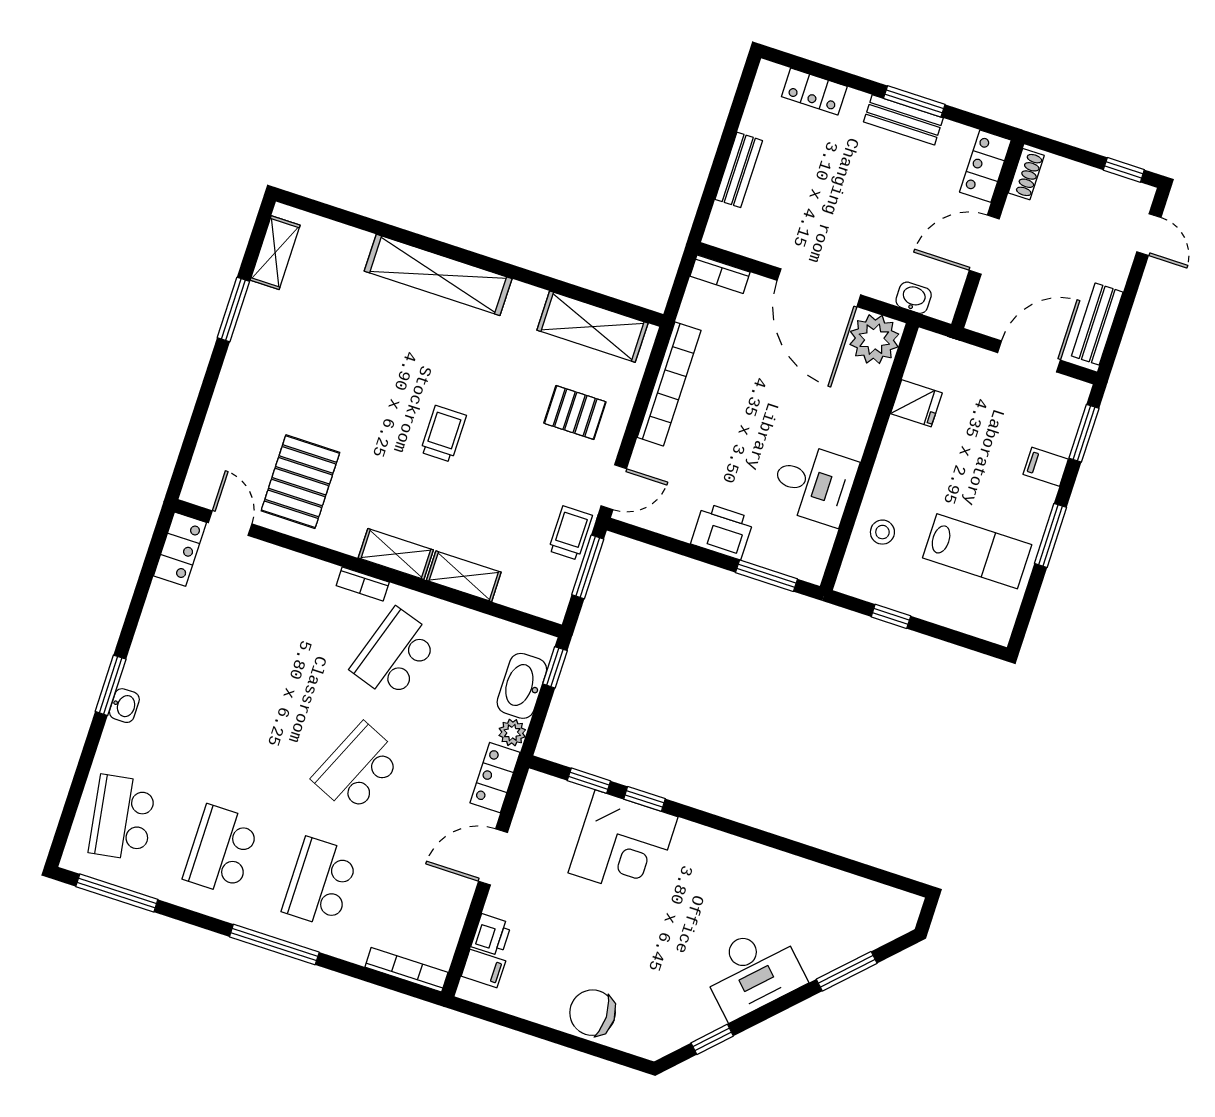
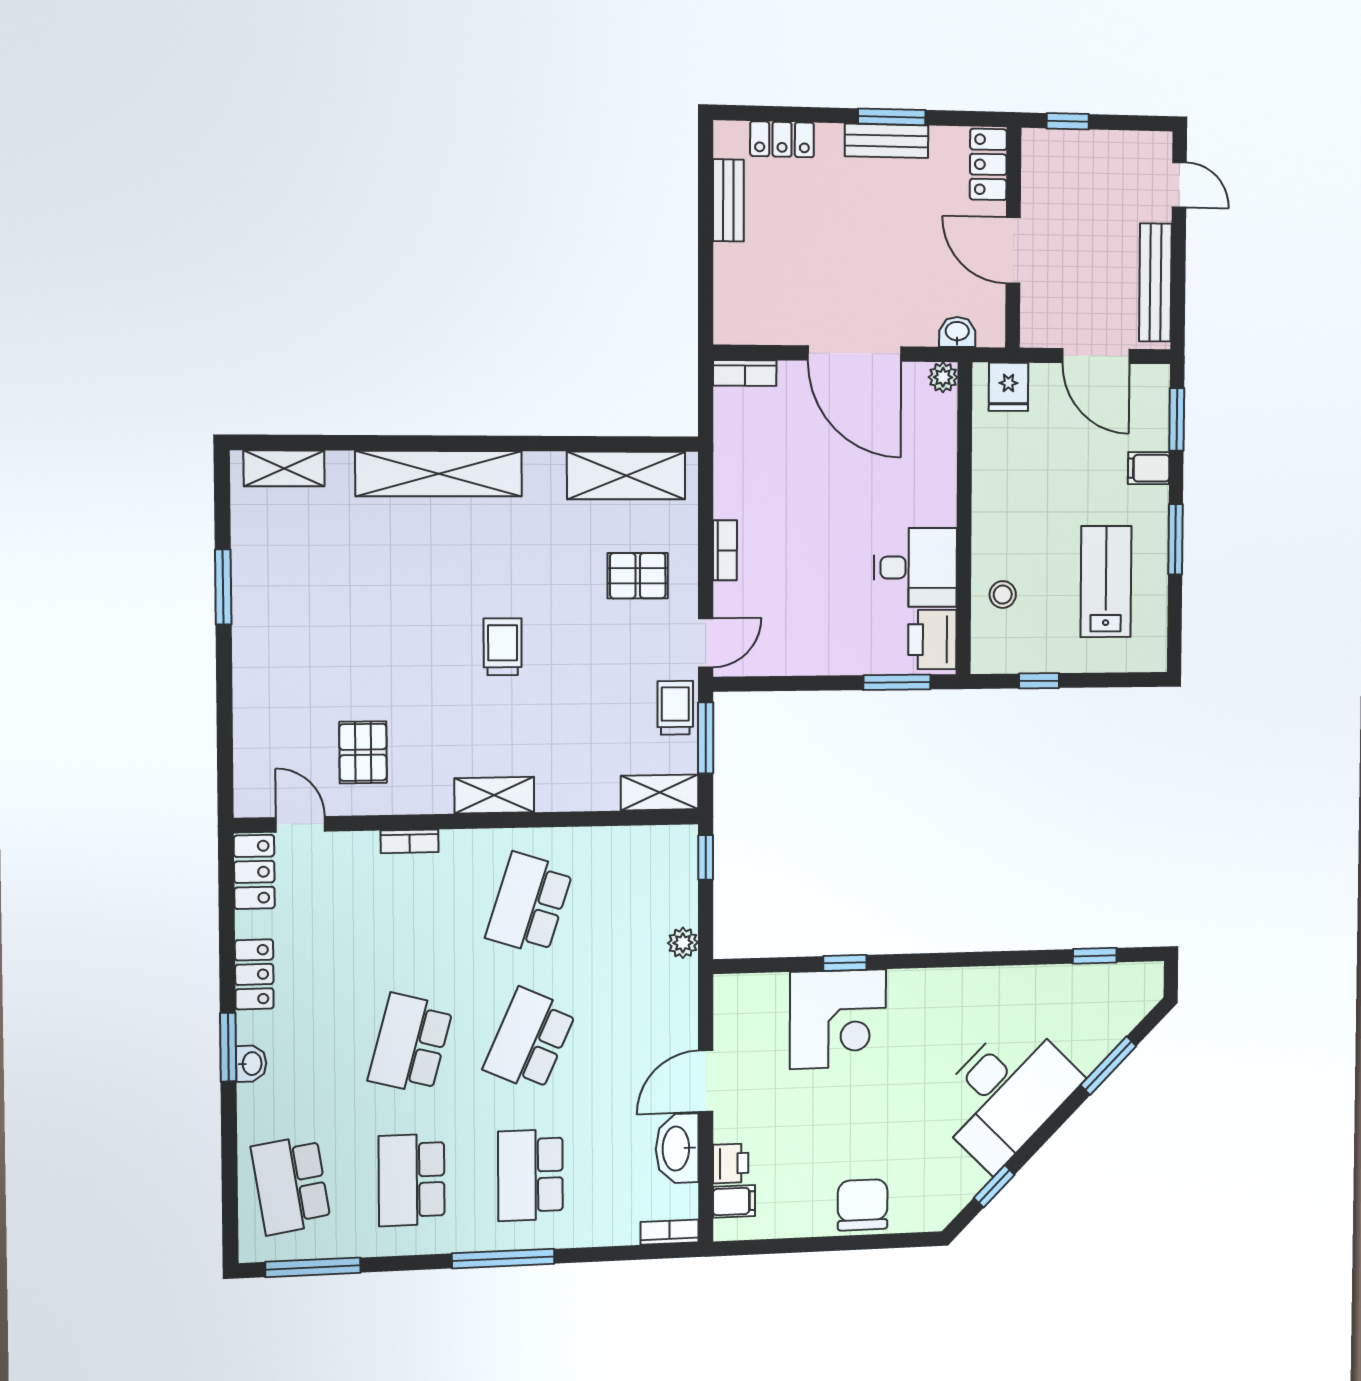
bench: (739, 170) -> (728, 200), moved
window: (1124, 170) -> (1068, 121), moved
shoe rack: (1026, 174) -> (1033, 160), removed
door: (984, 245) -> (1013, 250), hinge flipped
shelving: (275, 253) -> (284, 468), moved, turned 90
bench: (1097, 324) -> (1155, 282), width x1.36
plant: (874, 339) -> (943, 377), width x0.53, depth x0.53
door: (1029, 356) -> (1096, 356), swing flipped
bookcase: (669, 384) -> (725, 550), width x0.43, depth x0.76
fridge: (916, 403) -> (1008, 387), moved, turned 90
pallet: (300, 482) -> (363, 752), width x0.67, depth x0.71
printer: (722, 531) -> (932, 640), moved, turned -90
lab bench: (977, 551) -> (1106, 582), turned -90
shelving: (464, 576) -> (660, 792), moved
bookcase: (363, 584) -> (410, 841), moved
washbasin: (522, 686) -> (677, 1148), moved
school desk: (259, 736) -> (411, 1044), added
locker: (495, 778) -> (254, 974), moved, turned 180
window: (589, 781) -> (1095, 956), moved
bookcase: (406, 970) -> (670, 1232), width x0.64
desk: (753, 972) -> (1006, 1093), width x1.36, depth x1.30
chair: (593, 1013) -> (863, 1205), turned 90

